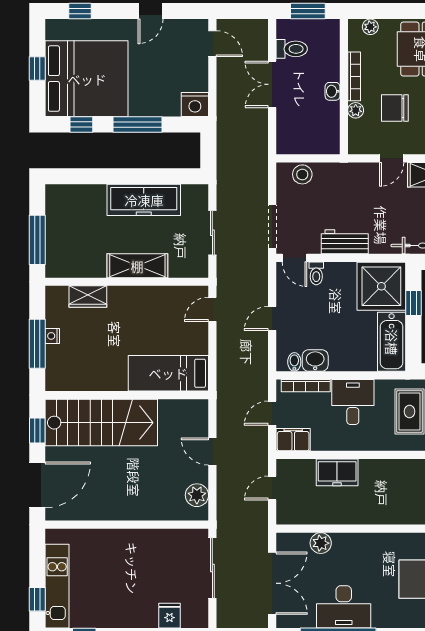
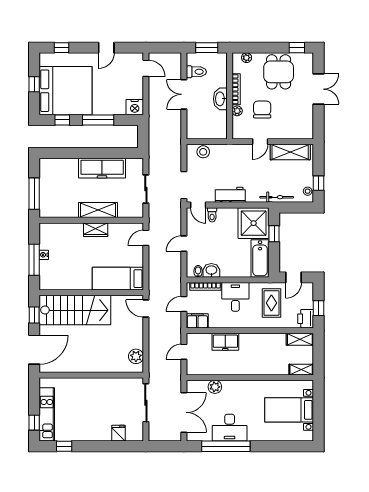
washbasin: (333, 91) -> (220, 99), width x1.91, depth x1.45
chair: (395, 108) -> (262, 110), turned 90
wardrobe: (88, 297) -> (96, 230), moved
door: (212, 452) -> (146, 309), moved

